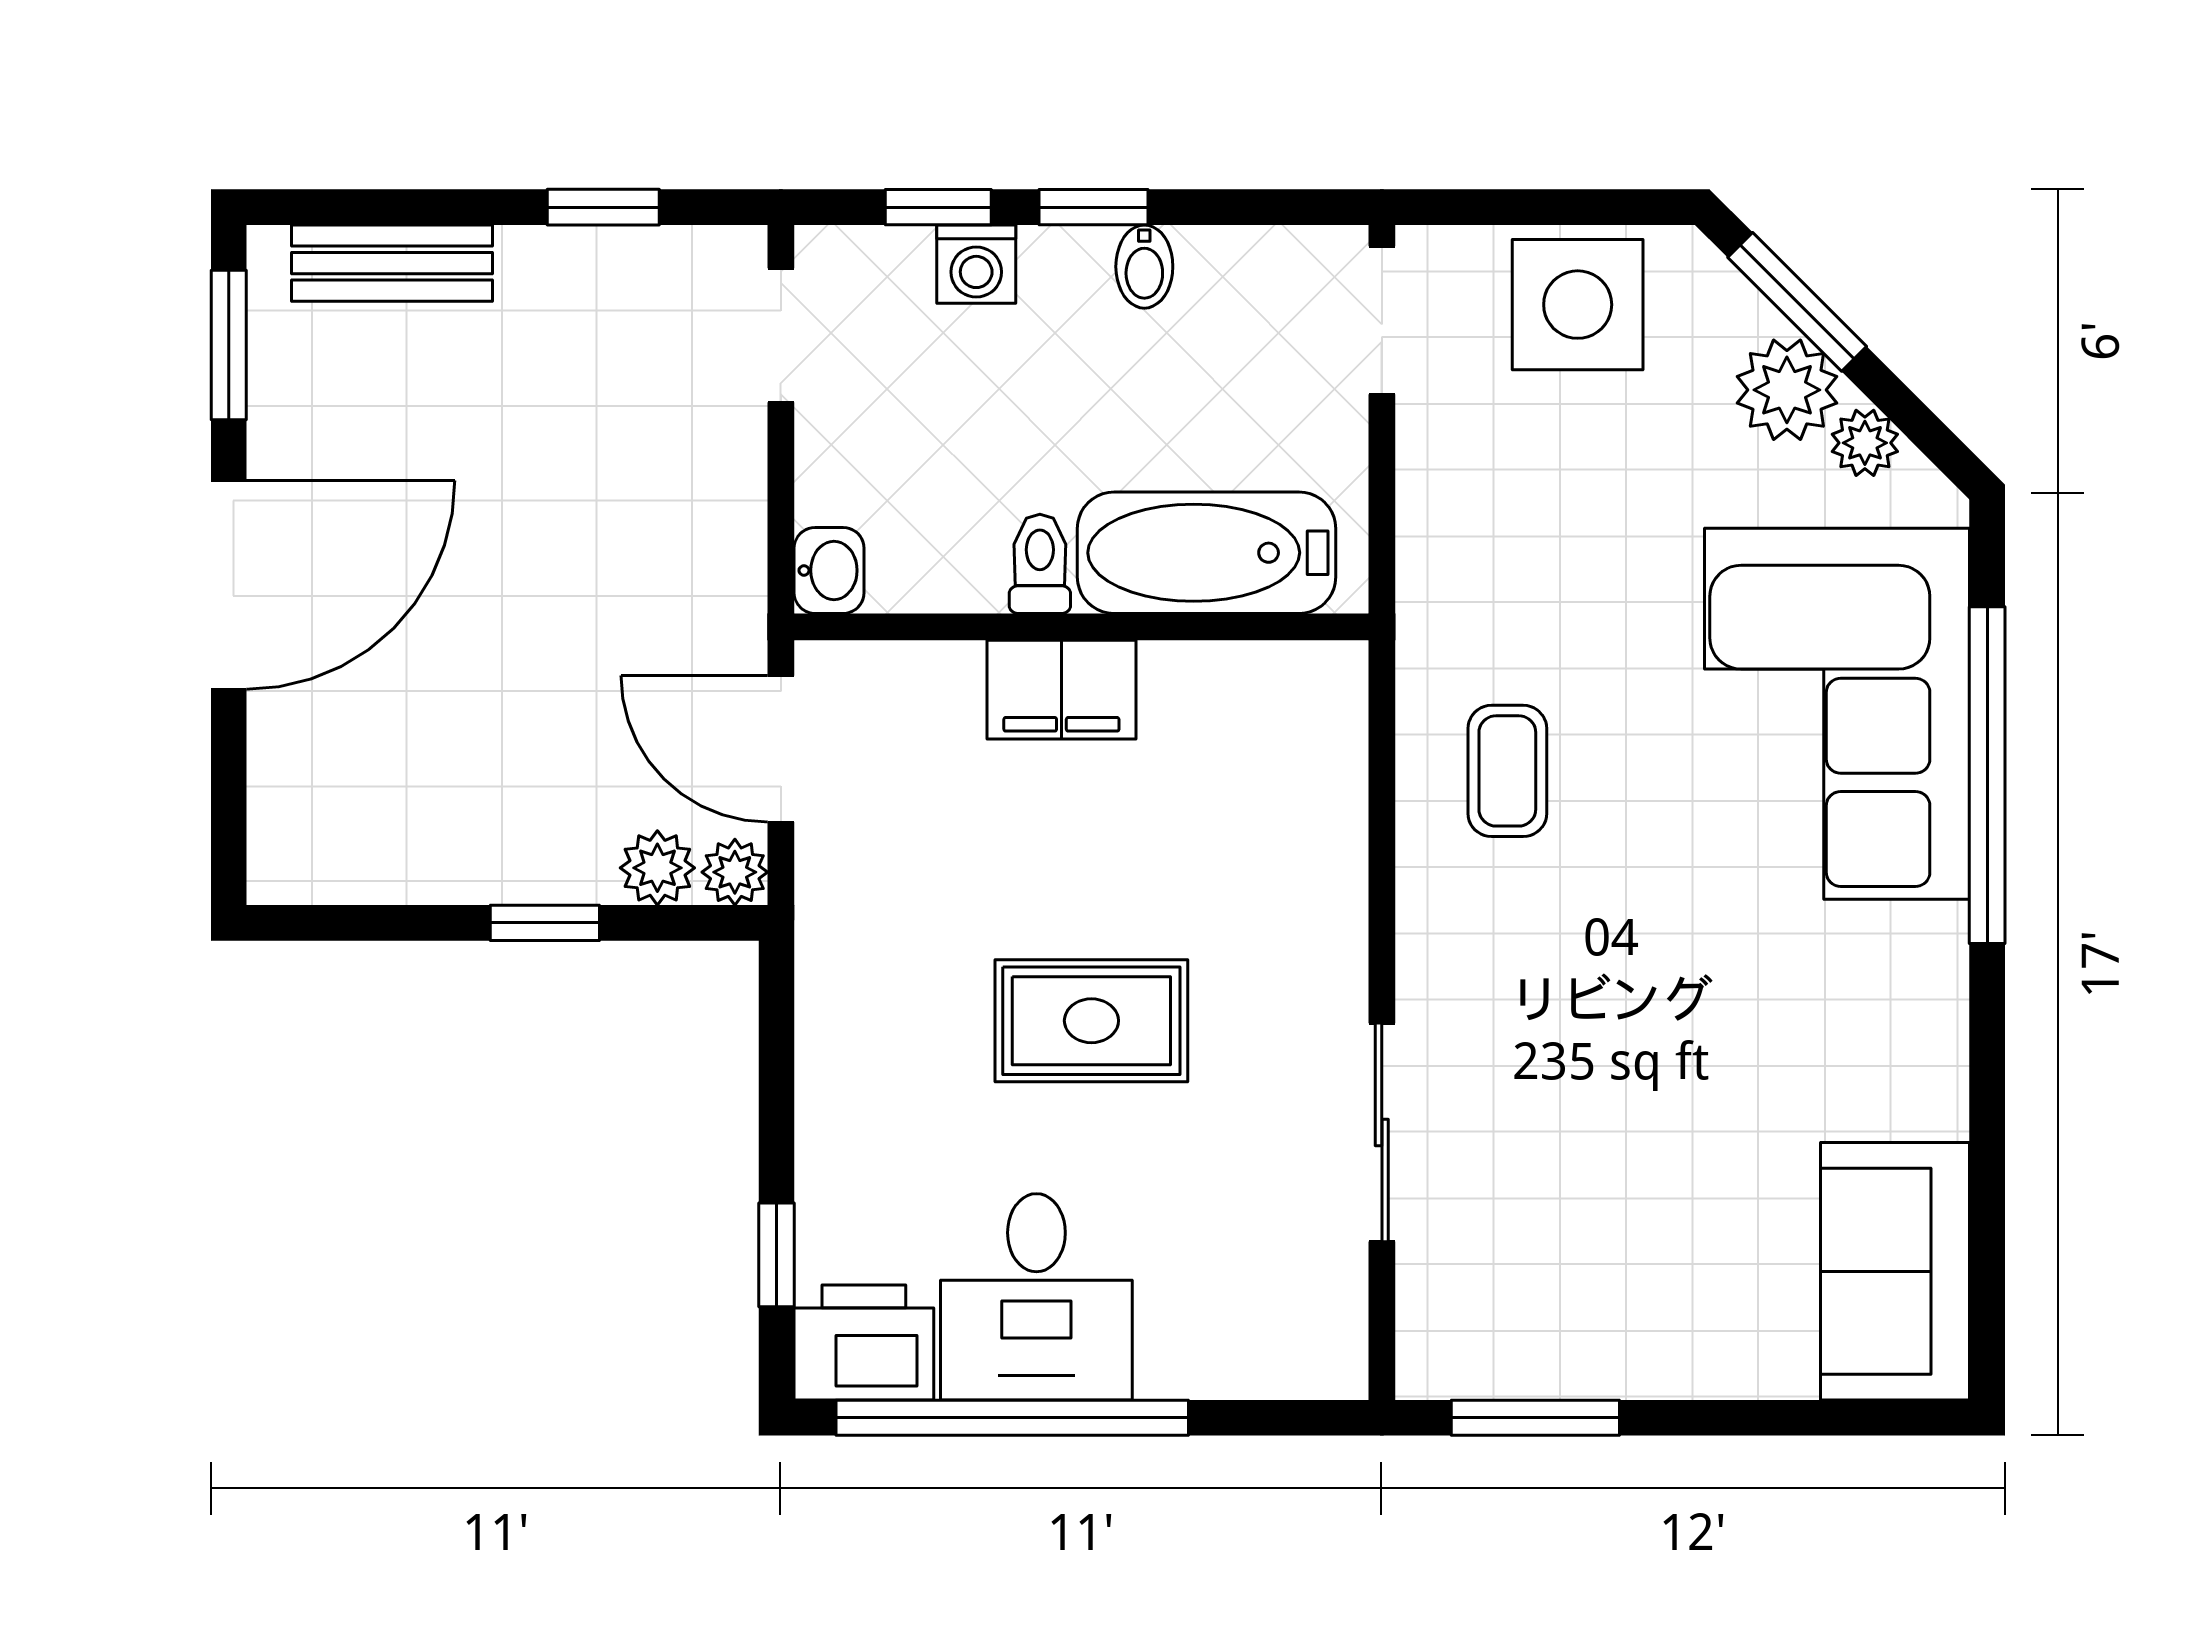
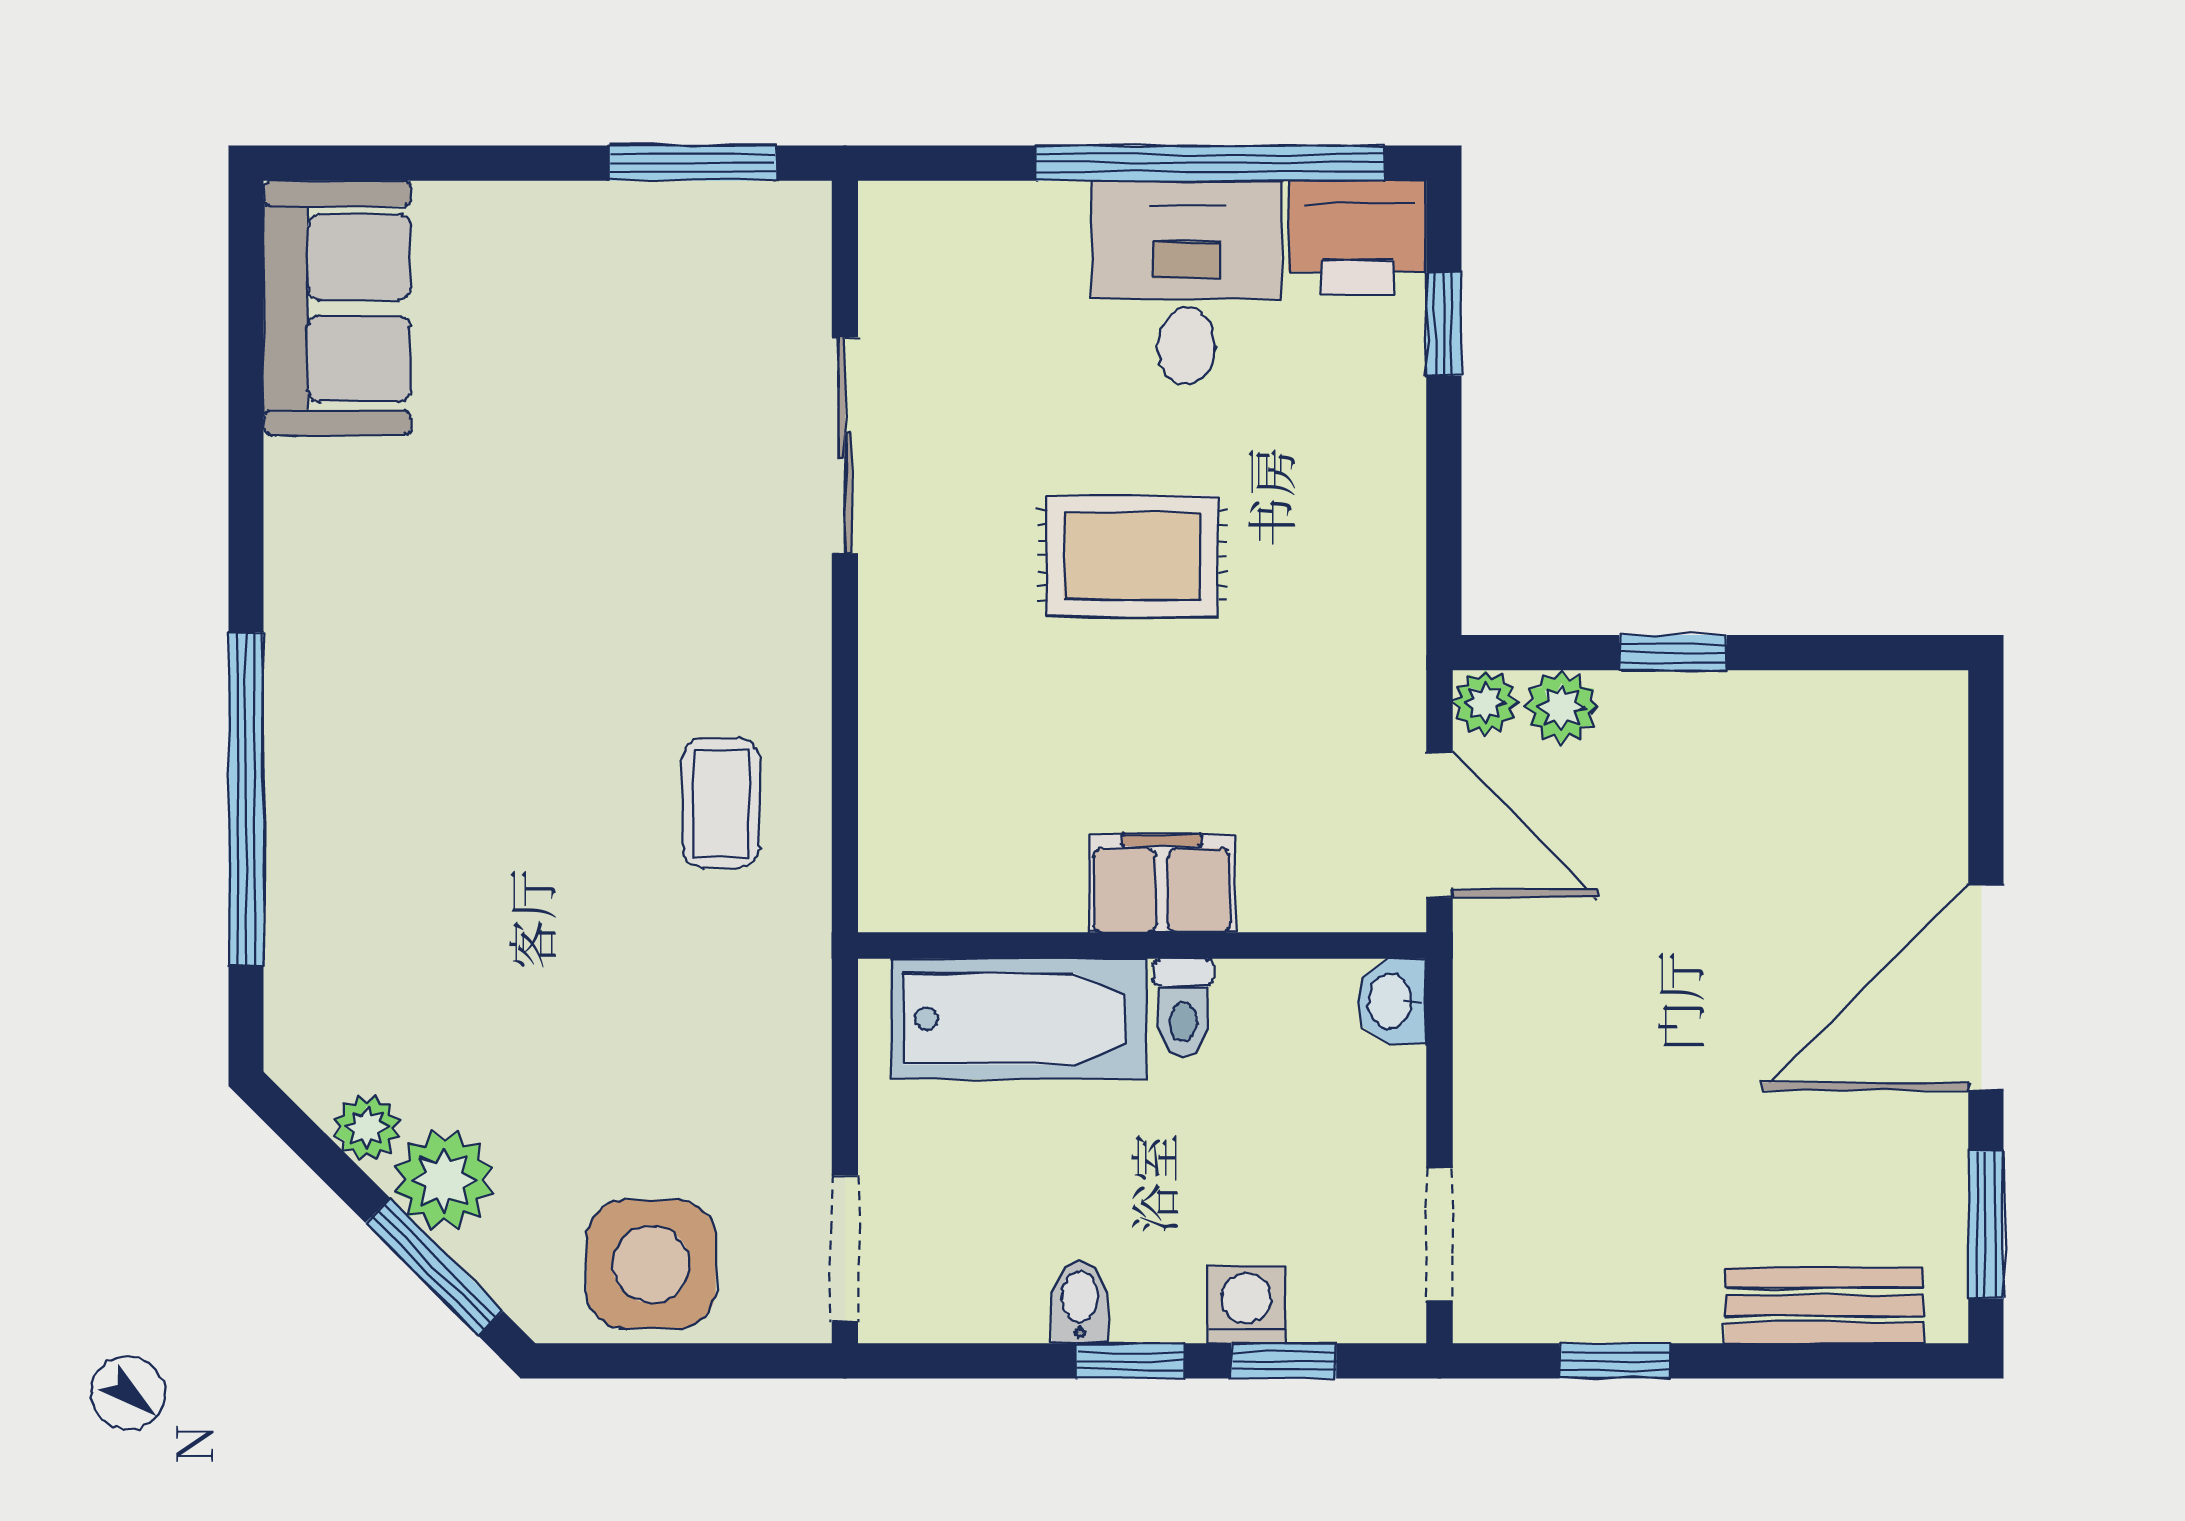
corner sofa: (1837, 714) -> (395, 860), removed

